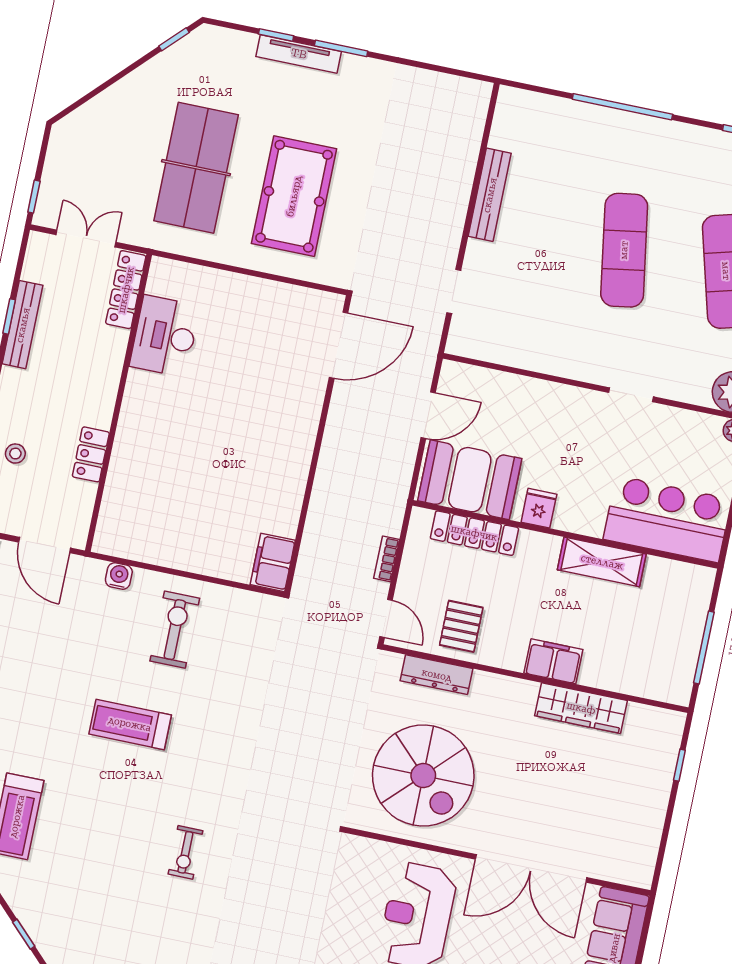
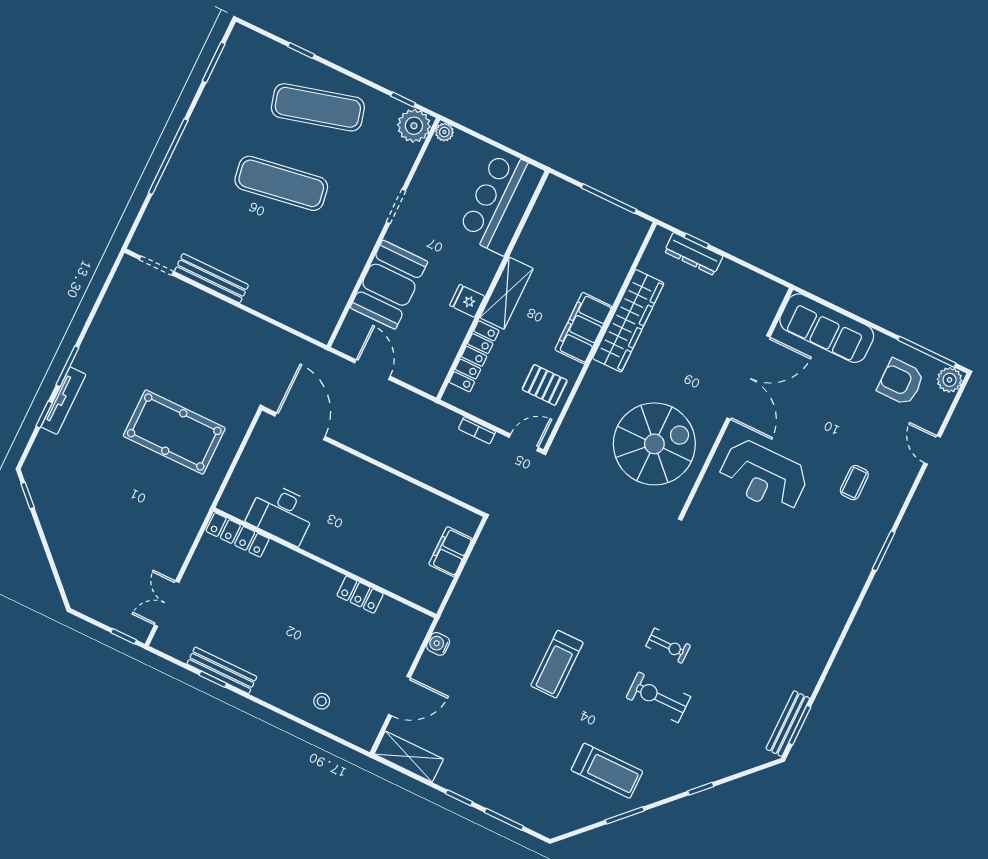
table tennis table: (196, 168) -> (133, 503), removed
locker: (126, 290) -> (237, 535), moved
doorway: (454, 291) -> (156, 266), moved
desk: (165, 336) -> (282, 513), moved
wall: (118, 403) -> (325, 563), moved
locker: (91, 454) -> (360, 595), moved
booth: (470, 480) -> (389, 285), moved
filing cabinet: (273, 562) -> (451, 552), moved, turned 90
shelving: (602, 562) -> (507, 293), moved
exercise bike: (175, 630) -> (658, 697), moved
filing cabinet: (553, 661) -> (583, 328), width x1.50, depth x1.17
dresser: (437, 675) -> (693, 254), moved, turned 90
wardrobe: (581, 708) -> (628, 321), width x1.40, depth x1.17

